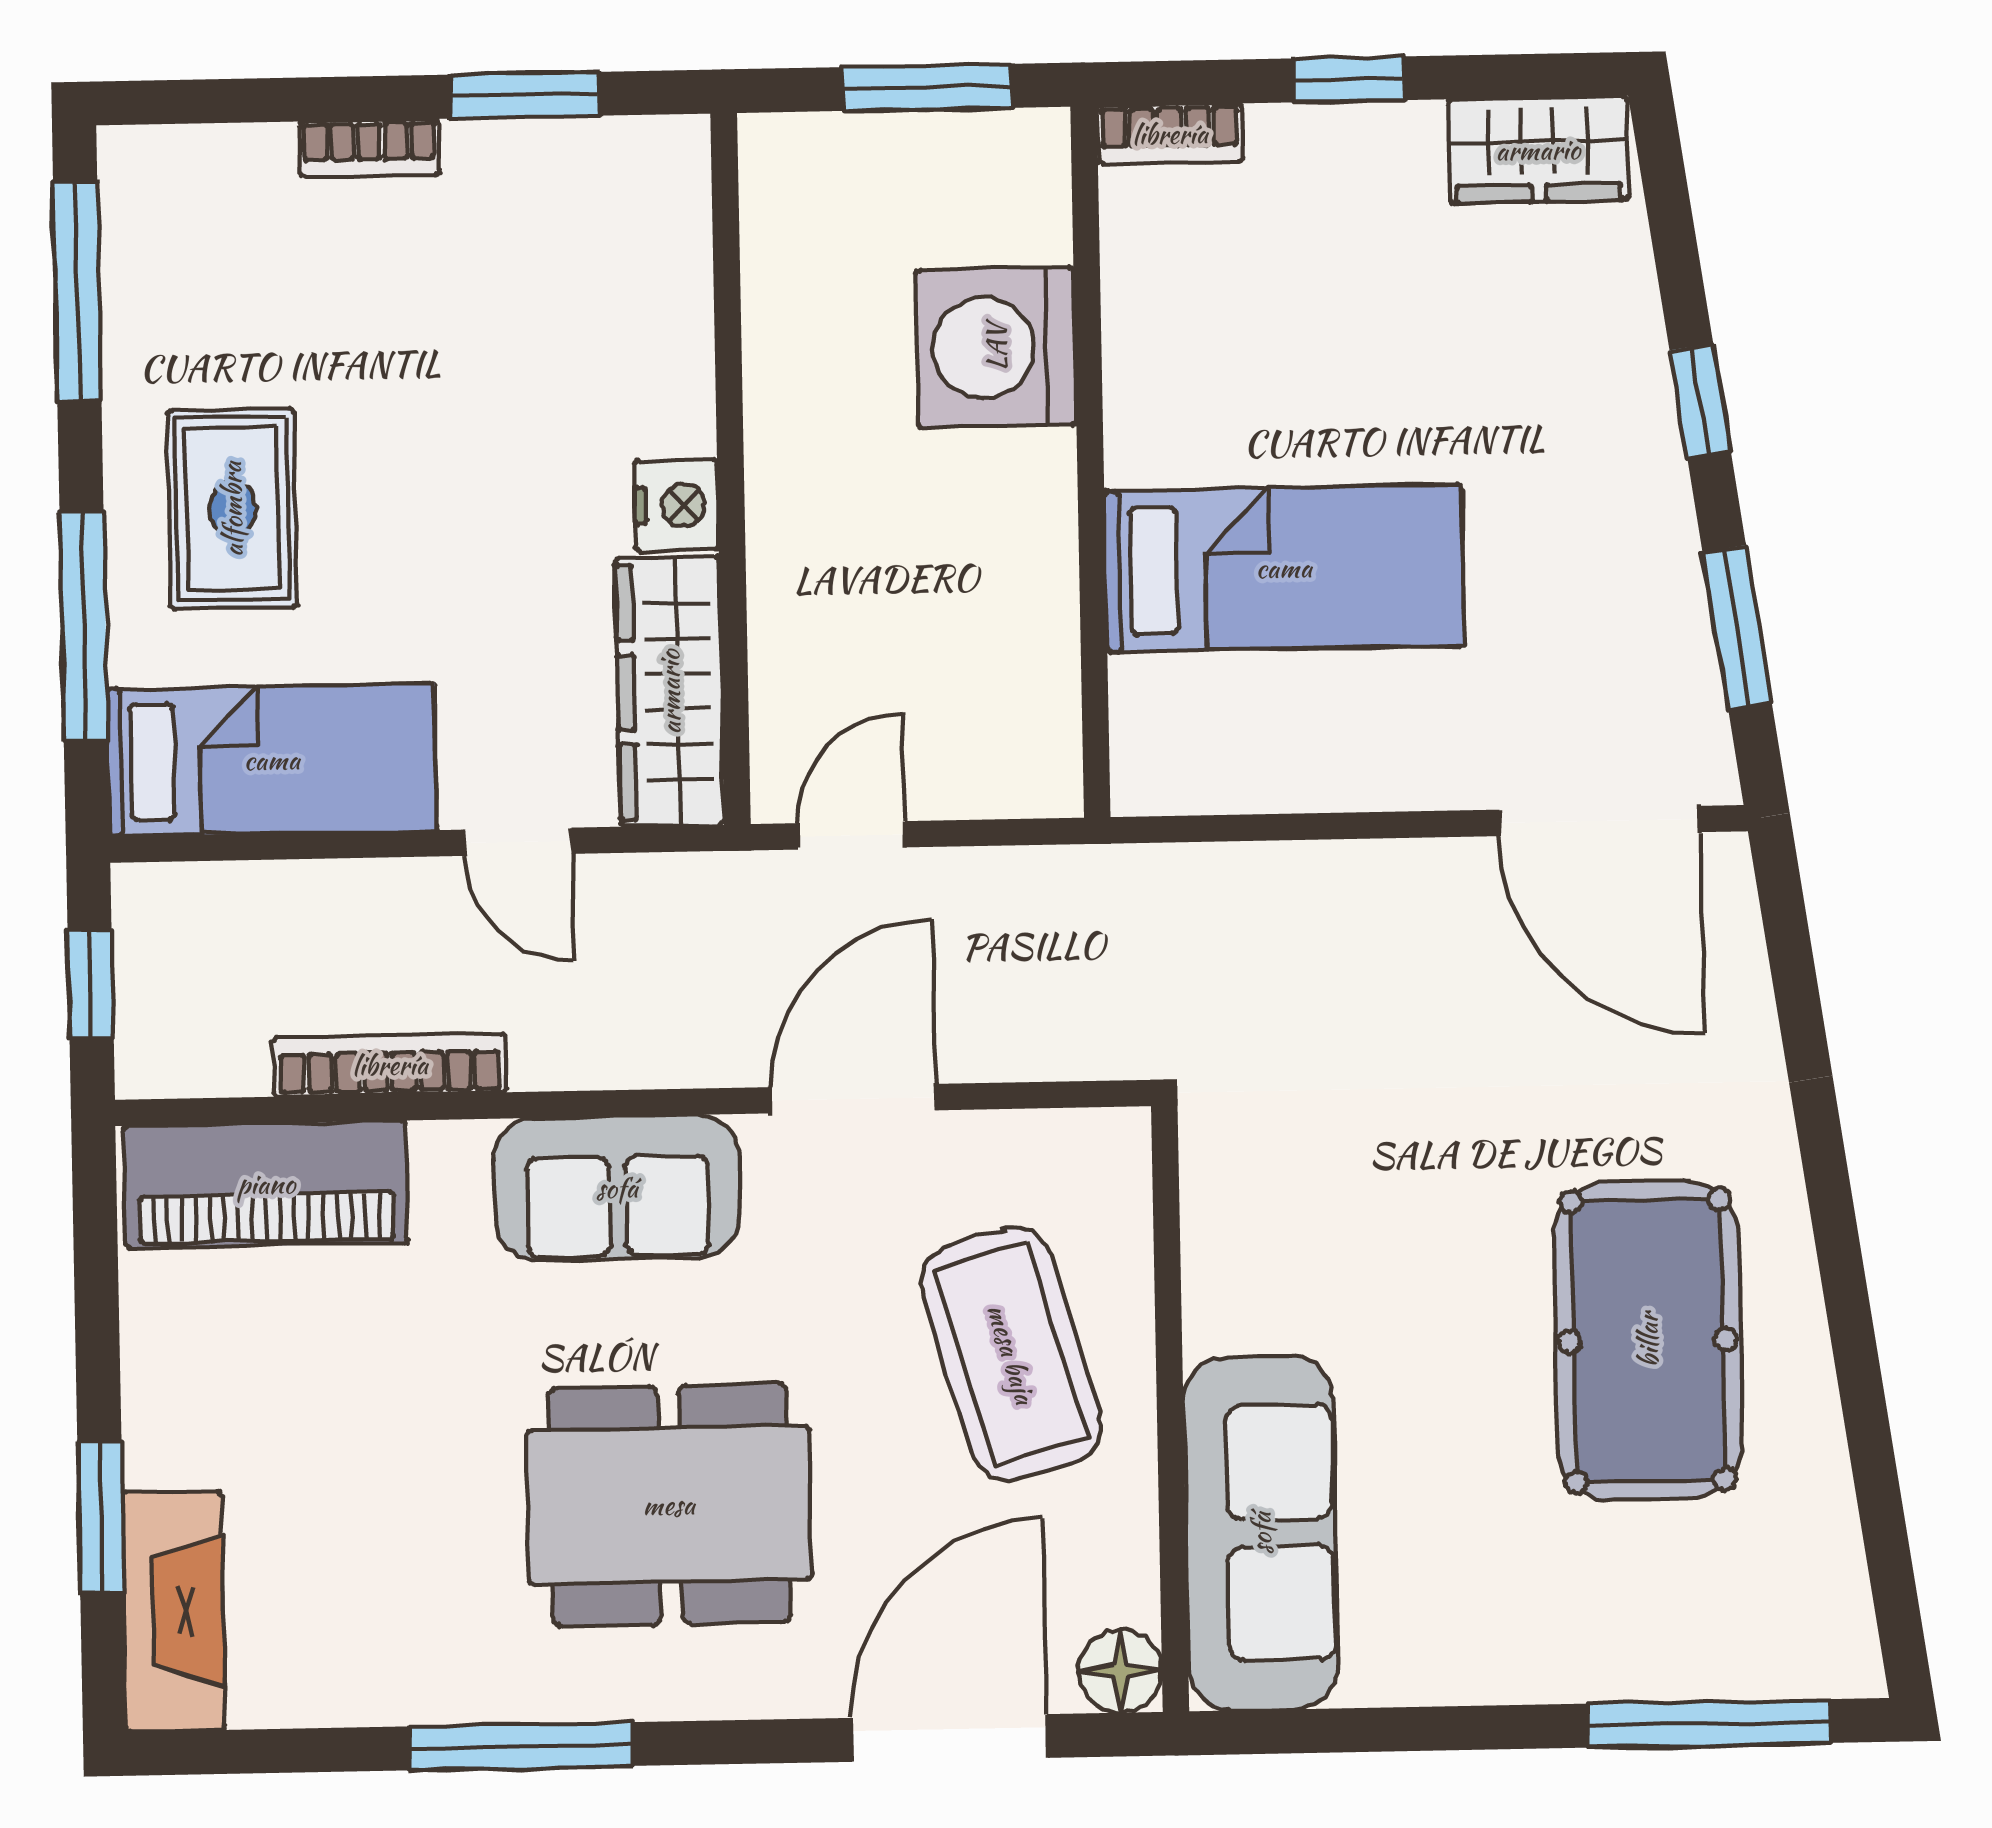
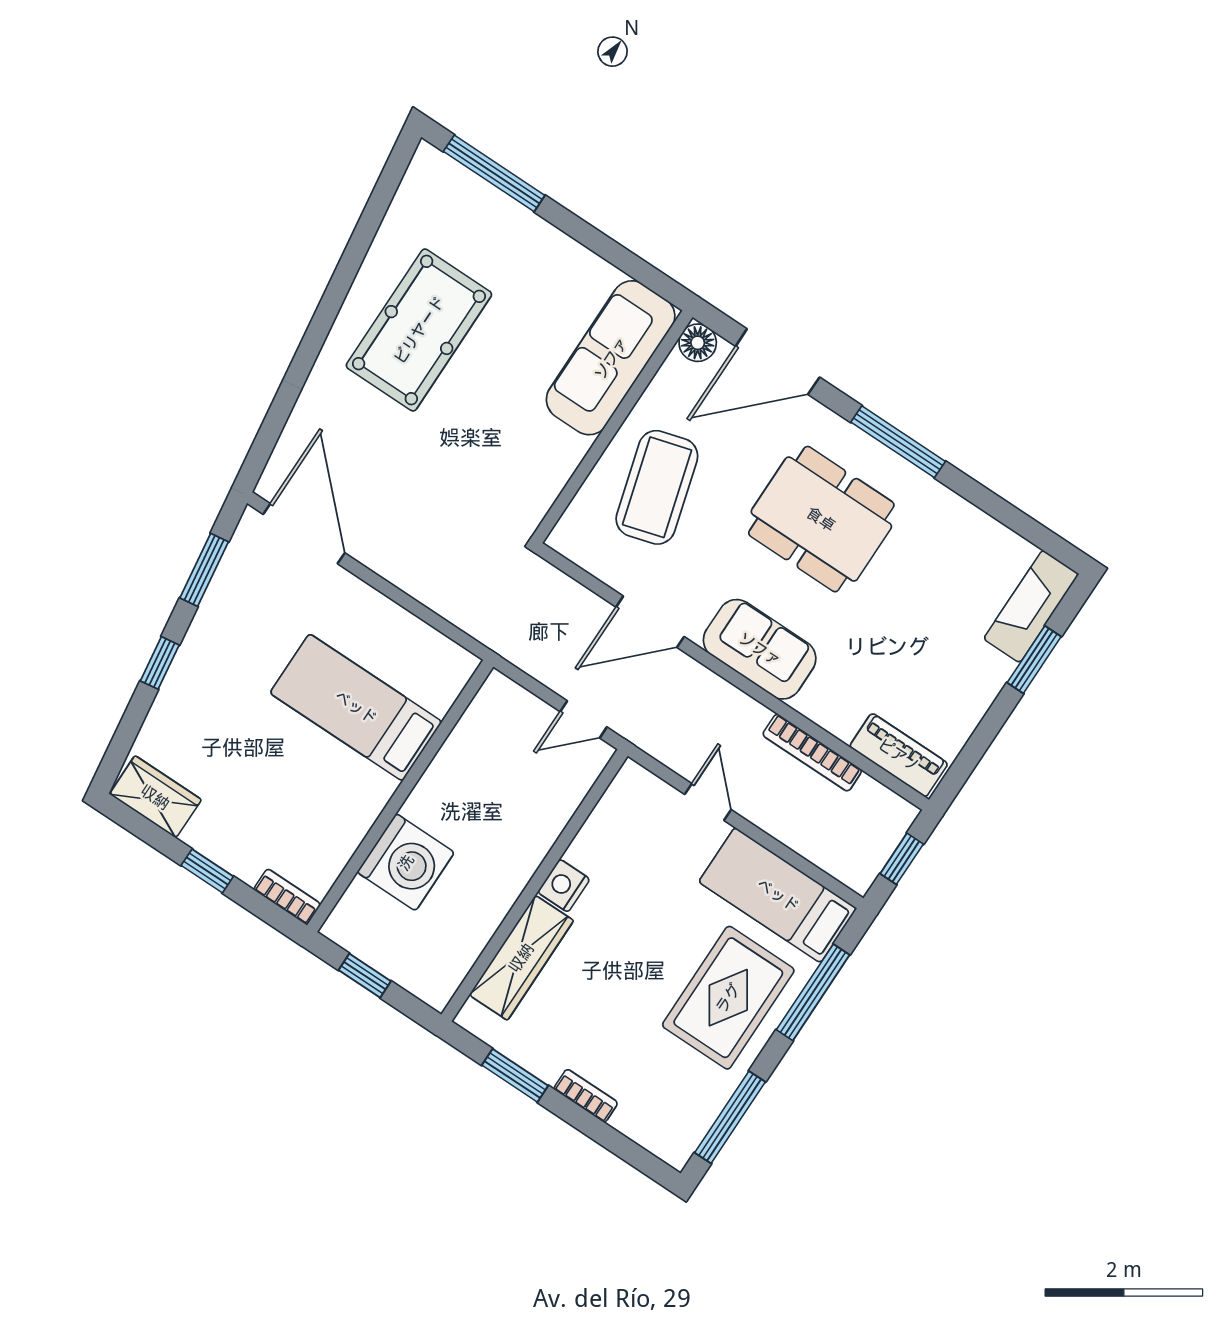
window: (927, 87) -> (365, 976), width x0.67
rug: (232, 509) -> (728, 998), width x1.36, depth x1.43
wardrobe: (670, 692) -> (521, 958), moved
piano: (266, 1184) -> (899, 755), width x0.73, depth x0.75
window: (520, 1746) -> (898, 442), moved

